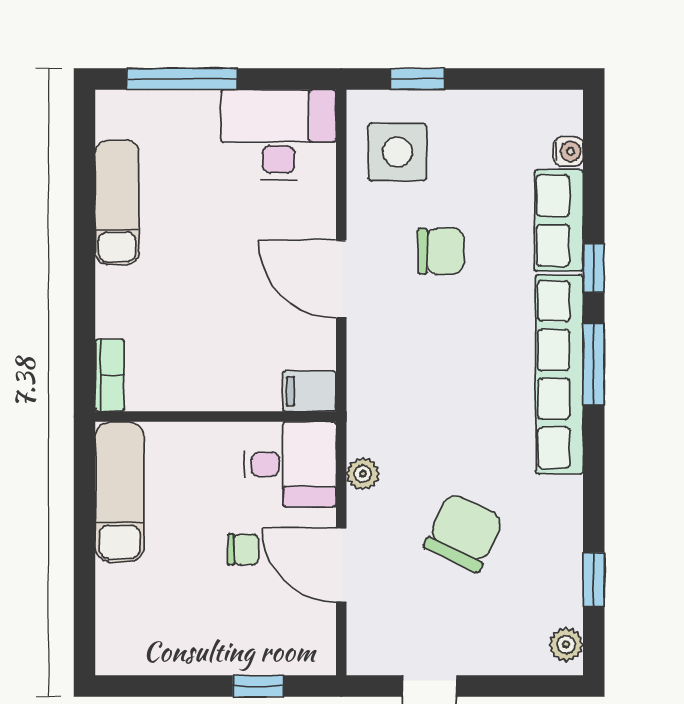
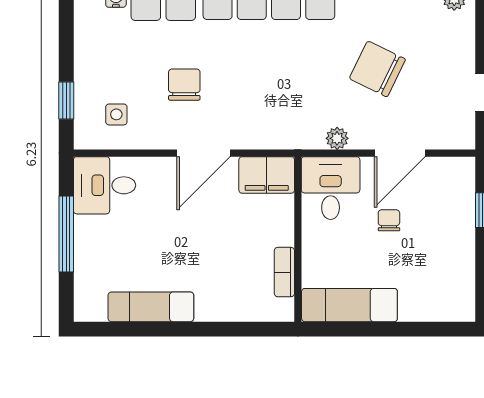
window: (182, 79) -> (66, 234), moved
desk: (279, 135) -> (105, 185), width x0.73
side table: (398, 152) -> (116, 114), width x0.54, depth x0.54
bookcase: (110, 375) -> (284, 272), moved, turned -90
filing cabinet: (309, 391) -> (267, 175), width x2.00

